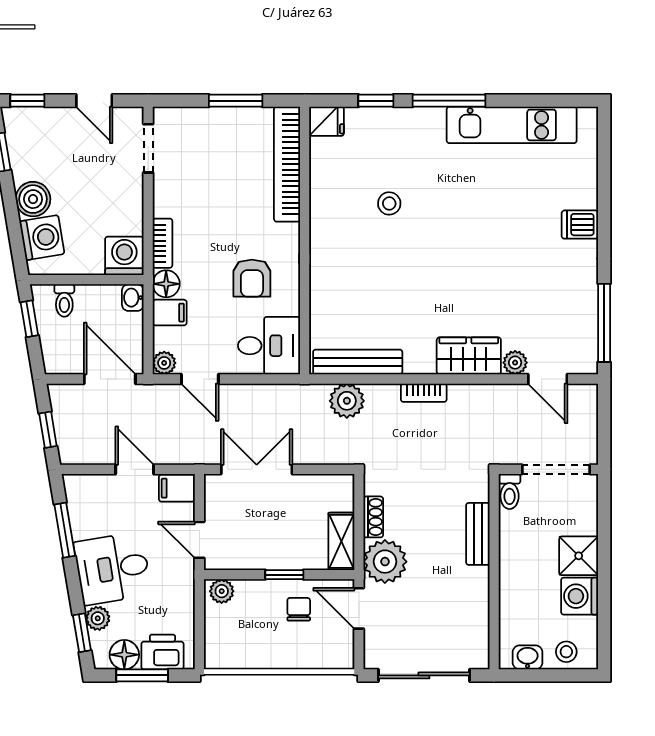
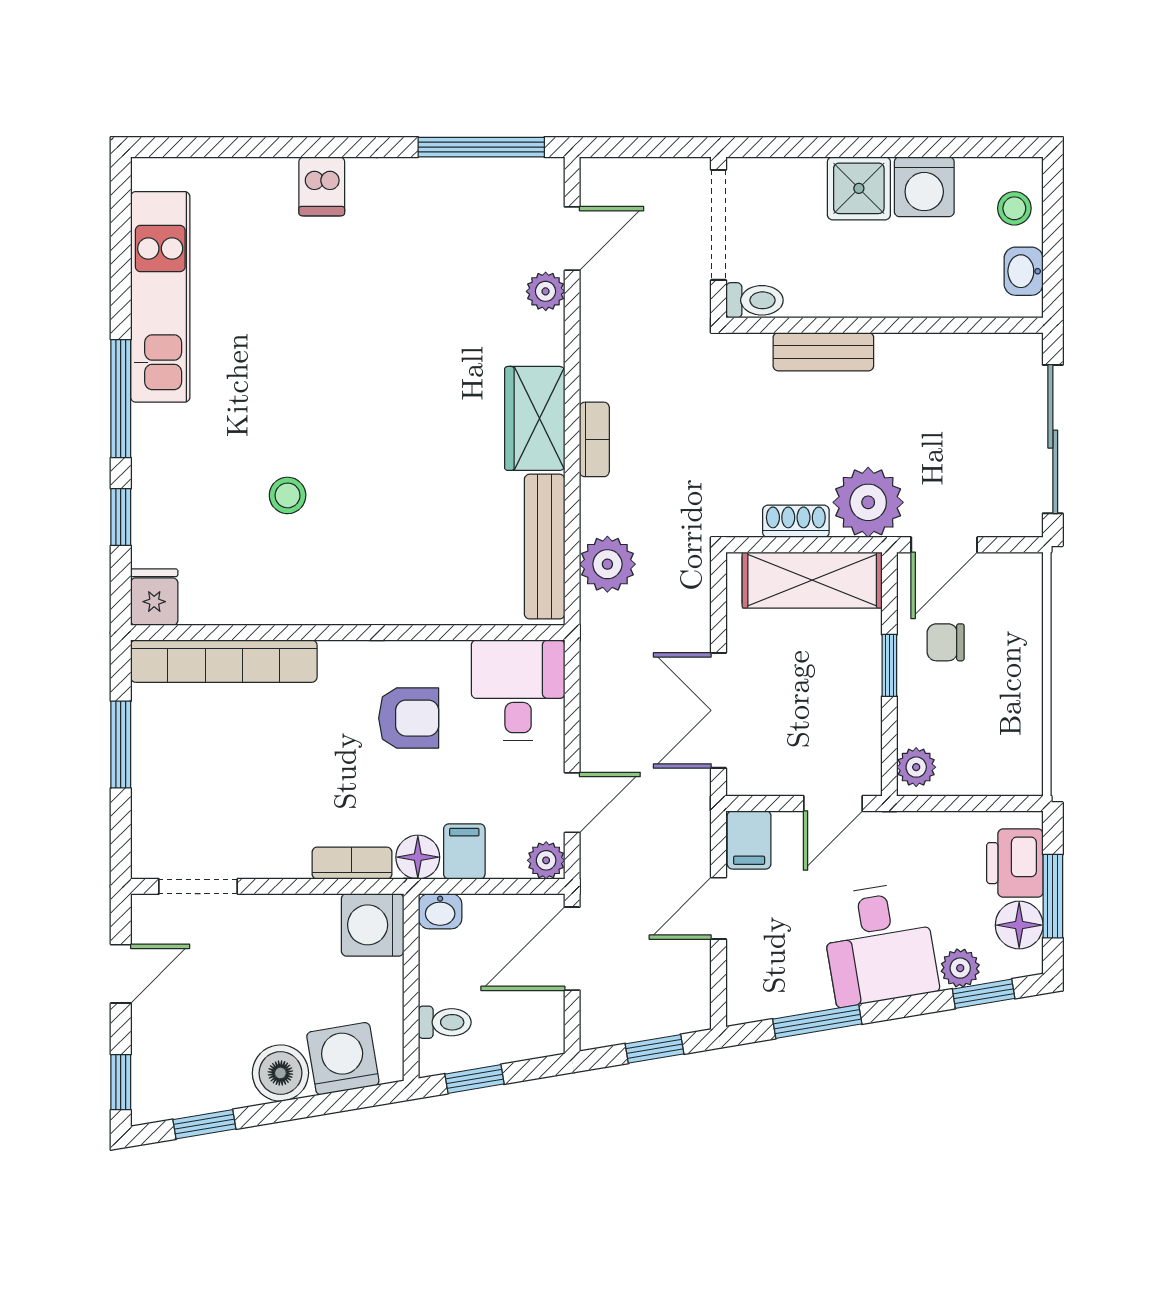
wardrobe: (469, 356) -> (535, 418), moved
shelving: (341, 541) -> (812, 580), width x1.50, depth x1.33

